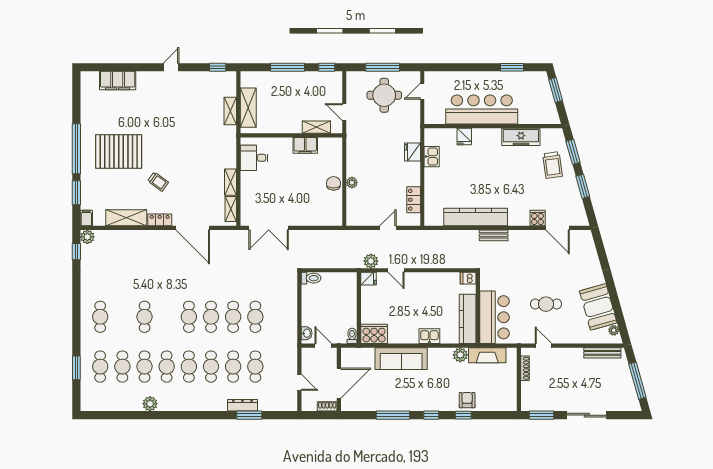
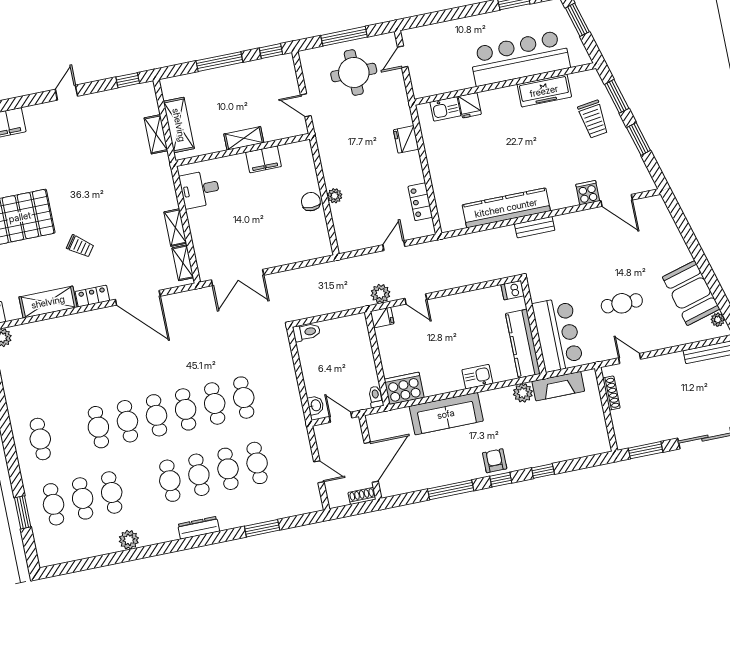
bar counter: (482, 109) -> (520, 58), moved
shelving: (316, 127) -> (244, 138), moved
kitchen sink: (432, 157) -> (445, 109), moved, turned 90
cafe table: (167, 367) -> (127, 421), moved
armchair: (467, 400) -> (495, 461), moved
dresser: (242, 405) -> (199, 528), moved

